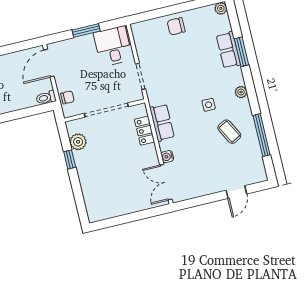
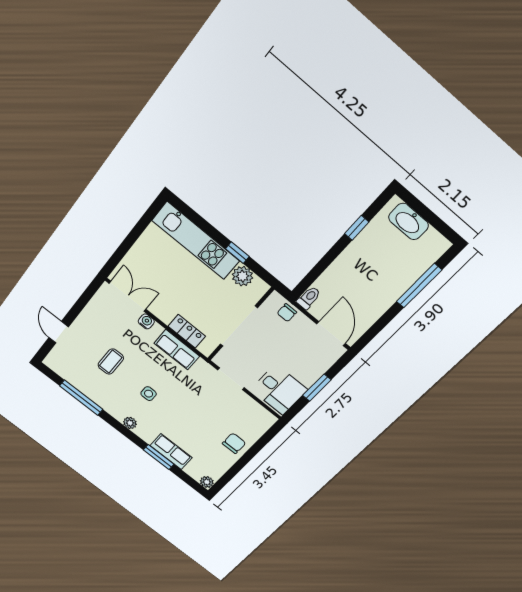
coffee table: (229, 132) -> (111, 362), moved, turned -62
kitchen unit: (91, 186) -> (196, 241), added

